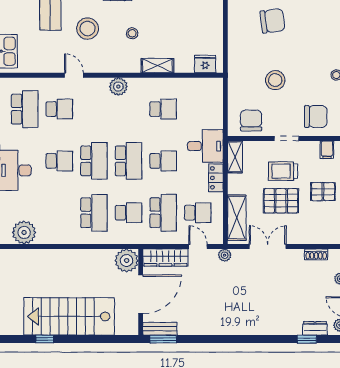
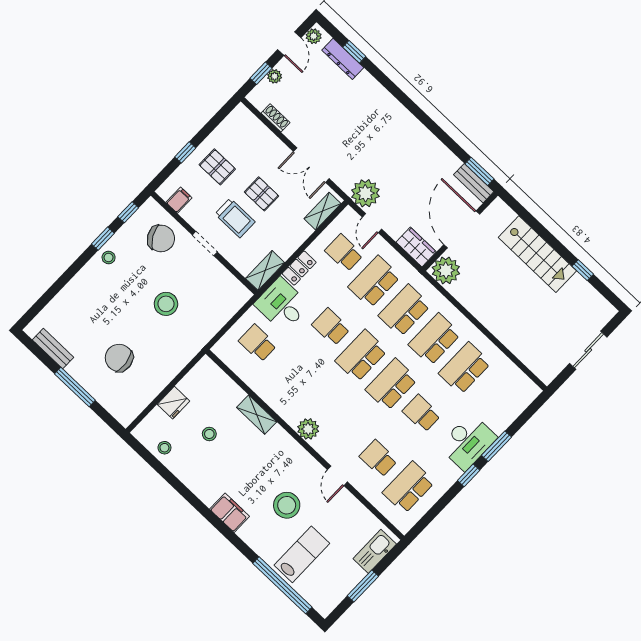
stool: (132, 33) -> (209, 434), moved
fridge: (205, 64) -> (173, 403), moved, turned -90
school desk: (163, 109) -> (258, 343), moved
chair: (316, 116) -> (161, 238), turned 151
chair: (251, 121) -> (221, 289), removed
pallet: (281, 201) -> (262, 194), width x0.67, depth x0.71
school desk: (59, 213) -> (465, 368), added
school desk: (129, 213) -> (404, 310), width x1.85
shelving: (237, 218) -> (322, 211), width x0.67, depth x0.75
plant: (24, 232) -> (512, 380), removed
plant: (225, 255) -> (365, 193), width x1.87, depth x1.87
wardrobe: (165, 258) -> (416, 247), width x0.67
door: (141, 294) -> (462, 229), hinge flipped
stairs: (69, 316) -> (537, 254), width x0.73, depth x0.66
dresser: (315, 328) -> (343, 59), width x1.44

